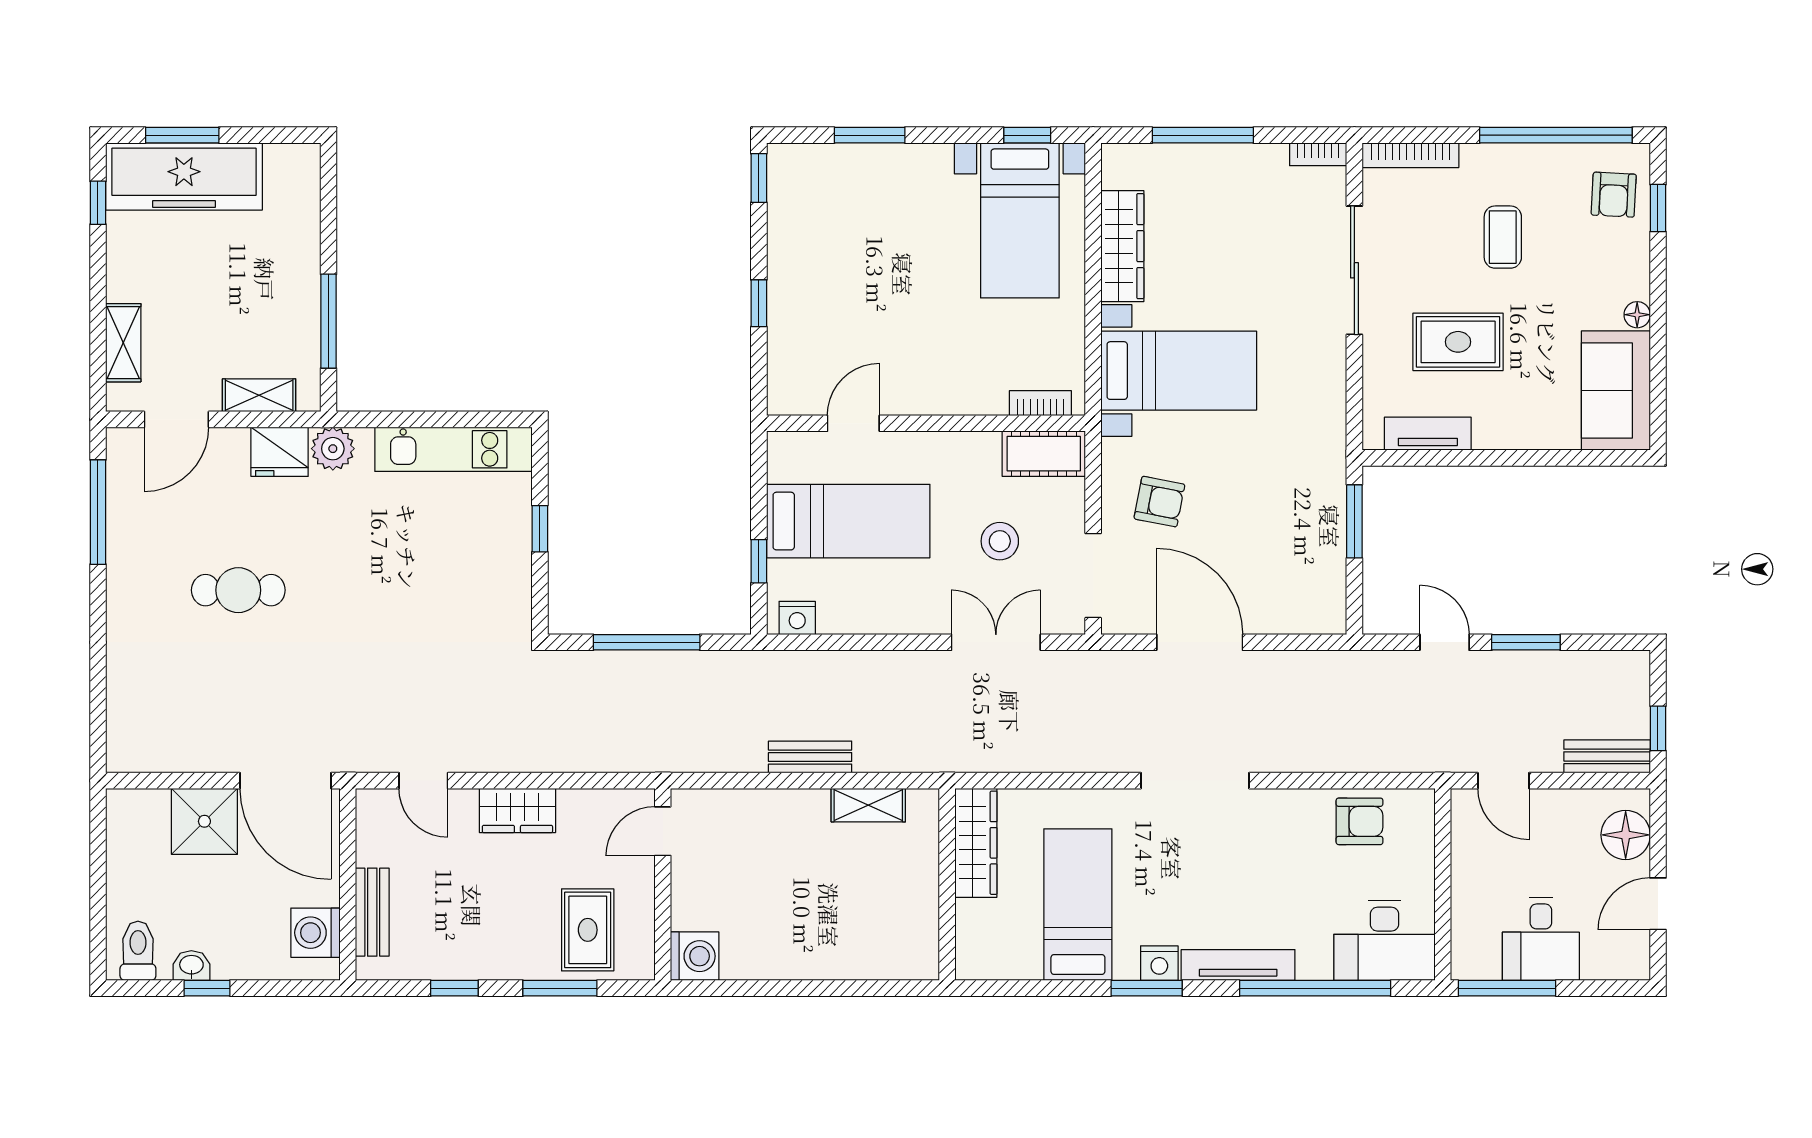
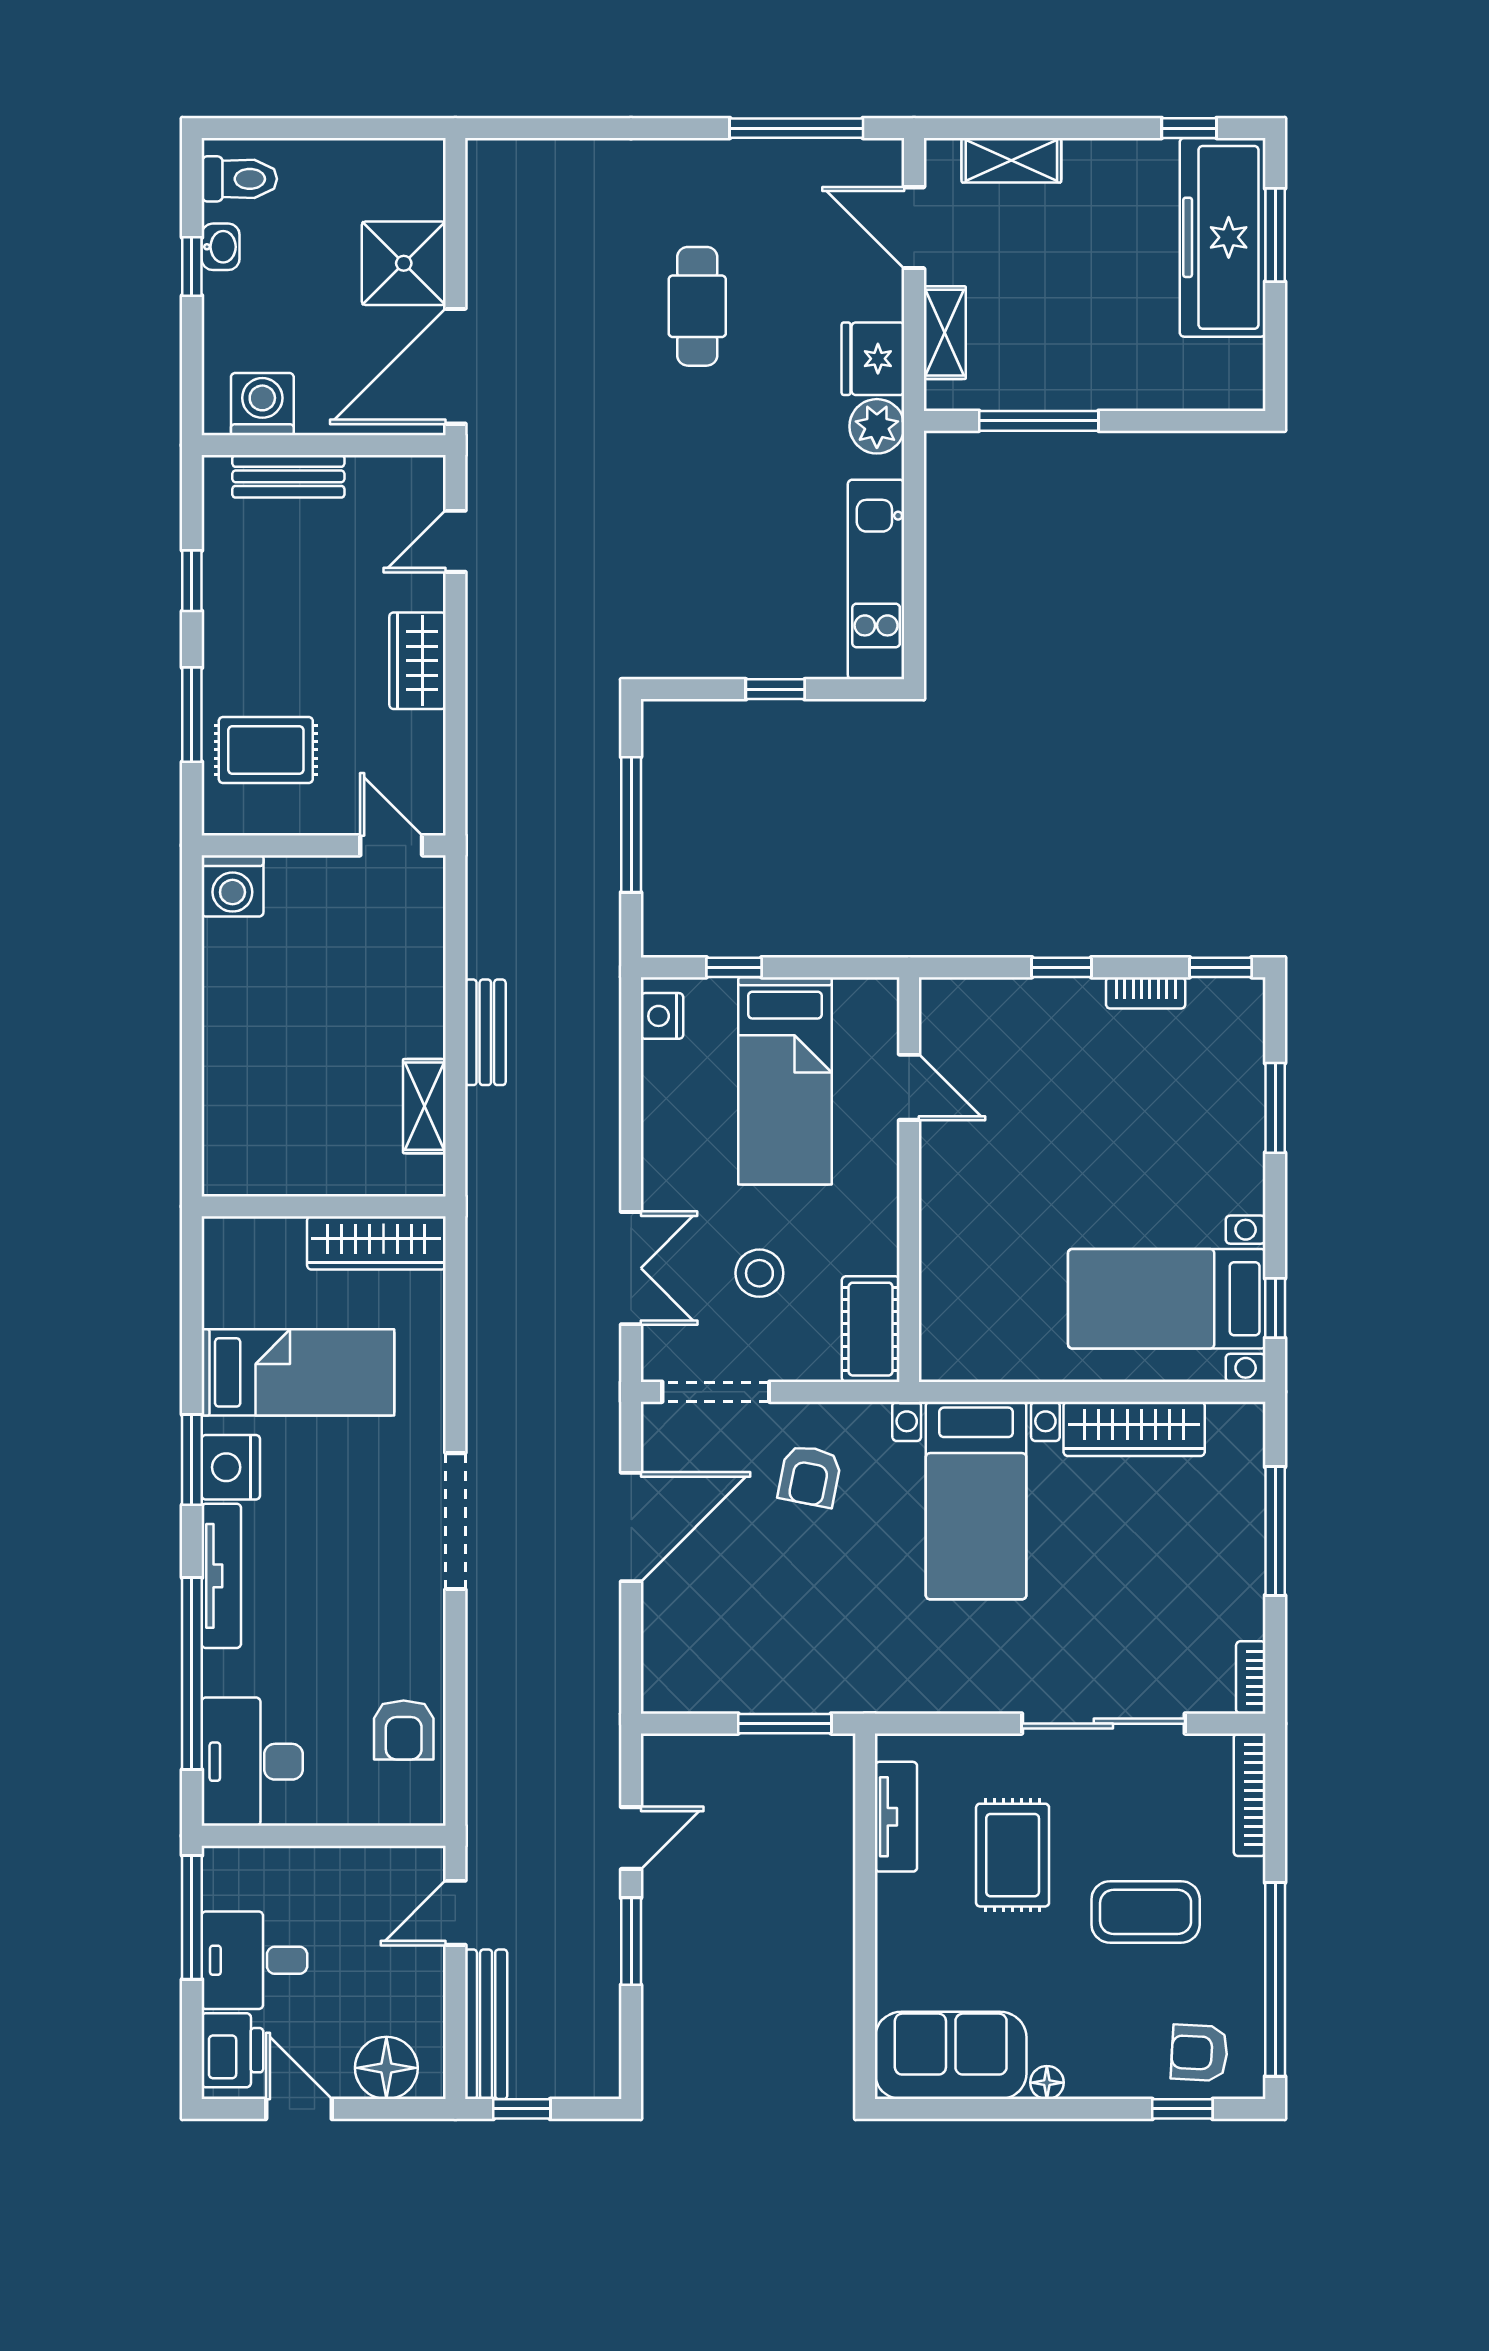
coffee table: (1503, 237) -> (1146, 1912), width x1.36, depth x1.30
bookcase: (1040, 403) -> (1146, 993), moved, turned 90
bench: (1607, 756) -> (486, 2024), width x1.36
printer: (1612, 956) -> (232, 2050), added
nightstand: (1159, 963) -> (231, 1467), width x1.36, depth x1.33

